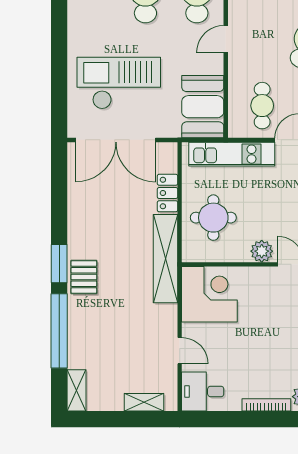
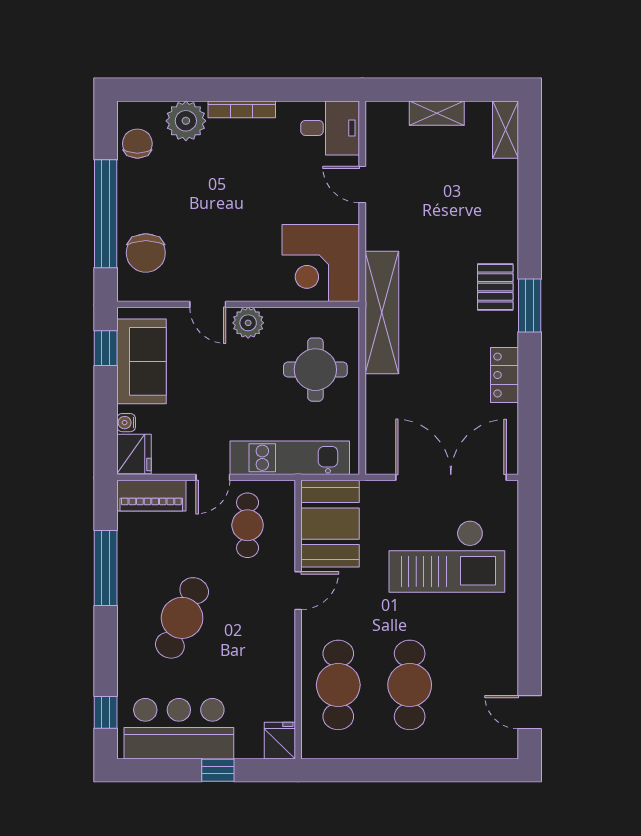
door: (226, 39) -> (298, 591), moved
locker: (168, 193) -> (505, 375), moved, turned 180
window: (59, 331) -> (530, 212), removed
shelving: (144, 402) -> (437, 113), moved

